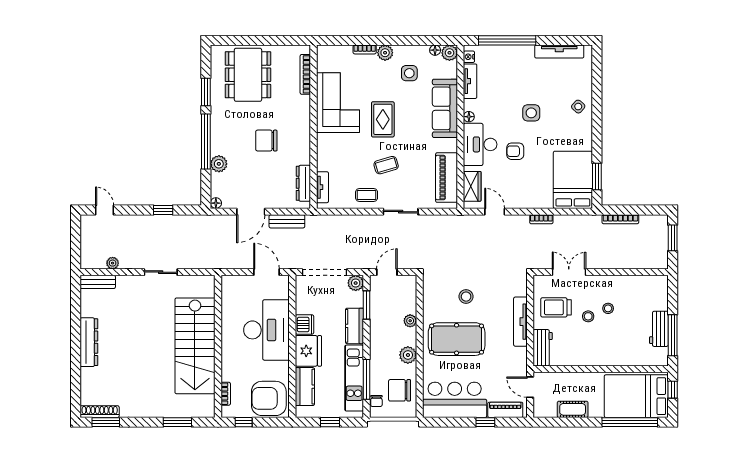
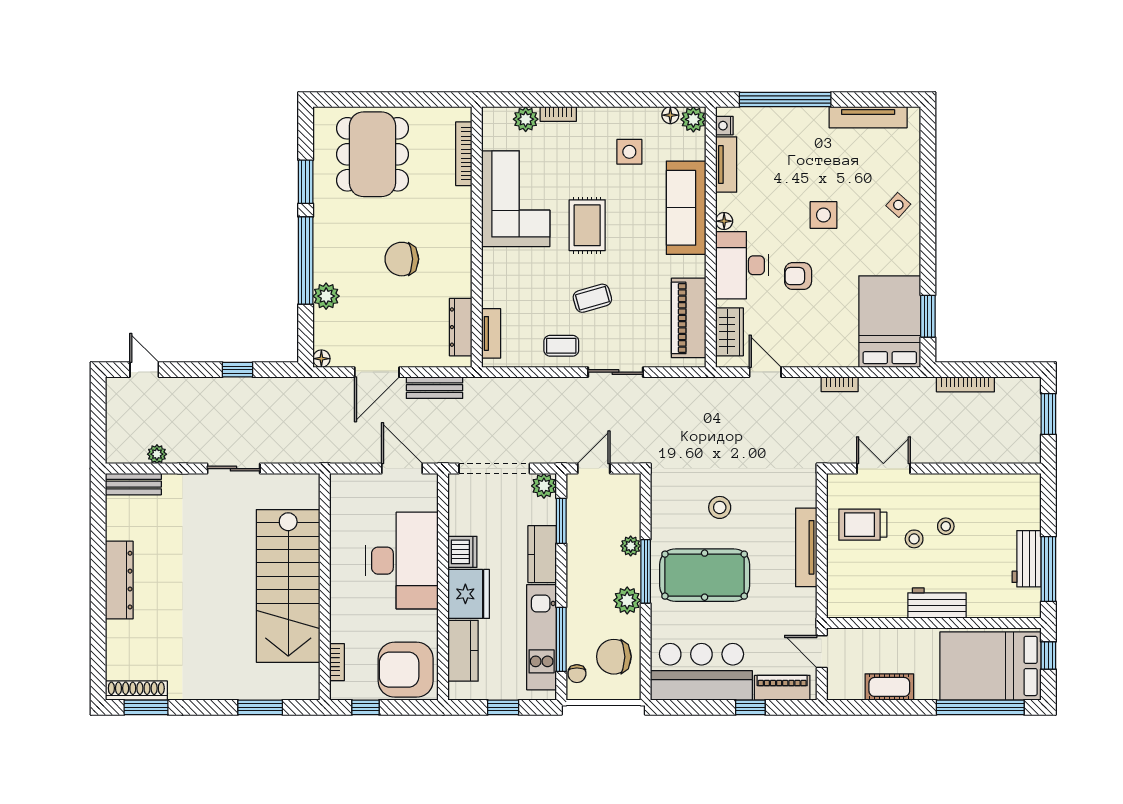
plant: (385, 53) -> (526, 119), moved
window: (420, 337) -> (646, 571), added
workbench: (543, 348) -> (937, 603), moved, turned -90

